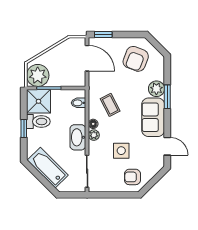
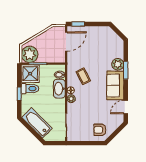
door: (87, 58) -> (66, 42), hinge flipped
armchair: (136, 59) -> (102, 42), removed
washbasin: (78, 137) -> (59, 89), moved
door: (167, 146) -> (126, 107), swing flipped
side table: (121, 151) -> (92, 110), removed

